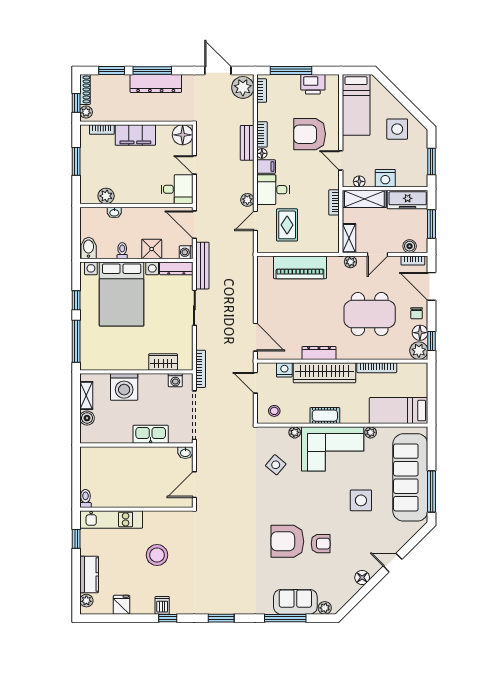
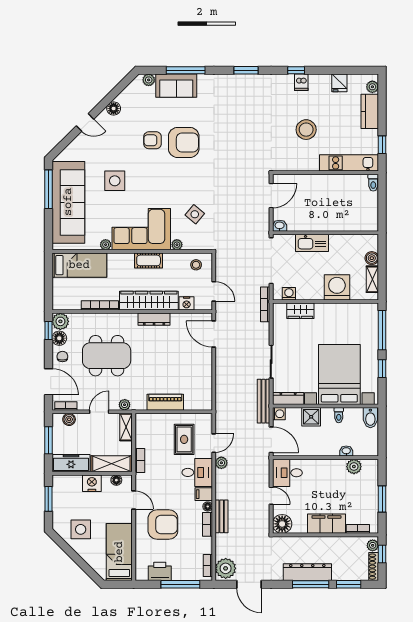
piano: (300, 267) -> (165, 402), width x0.73, depth x0.75

